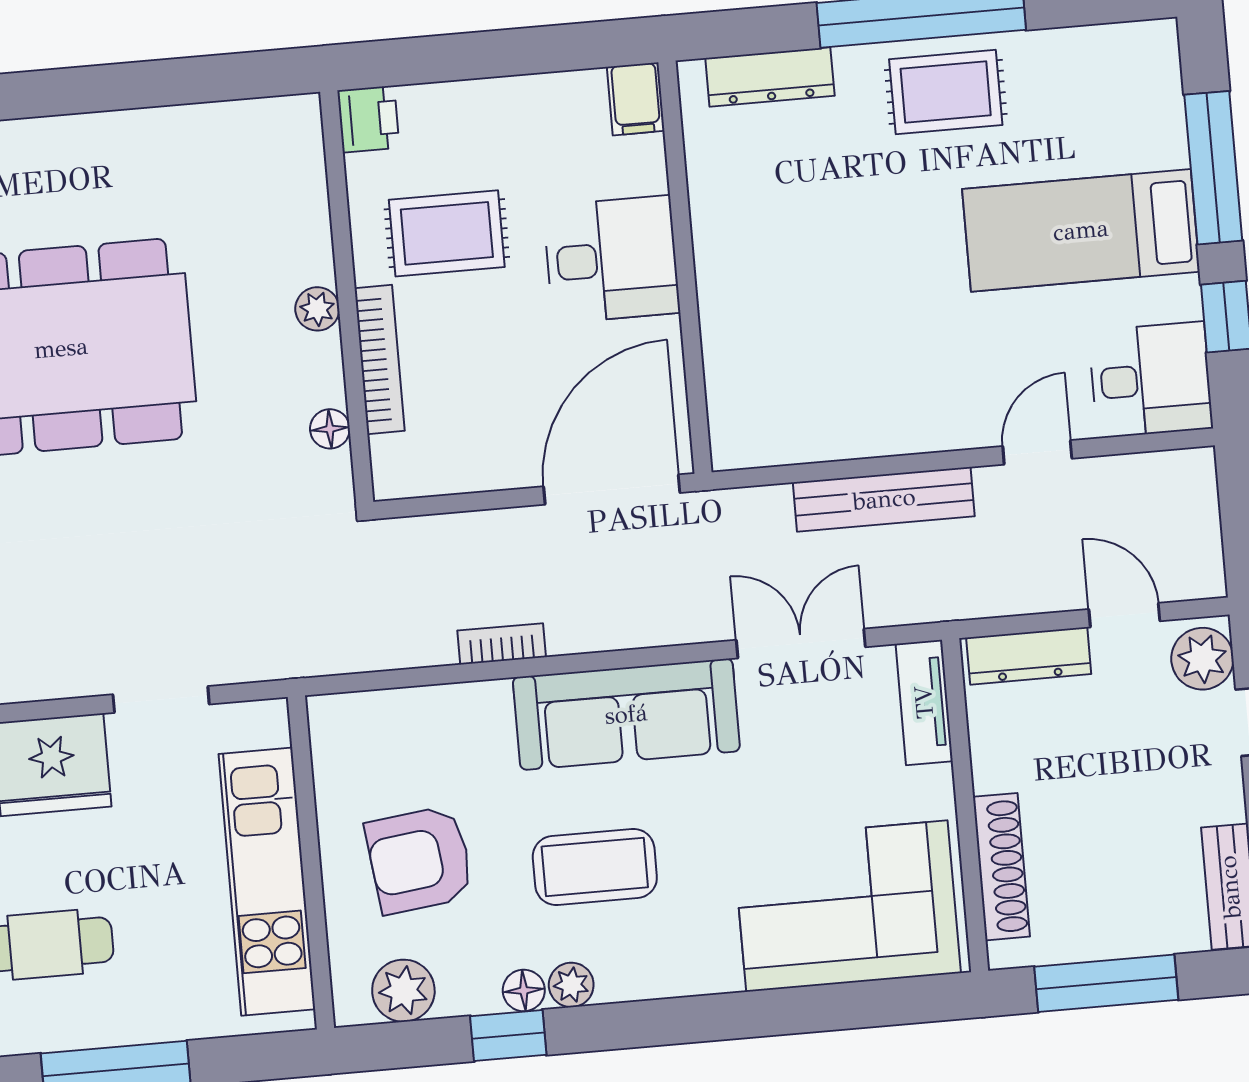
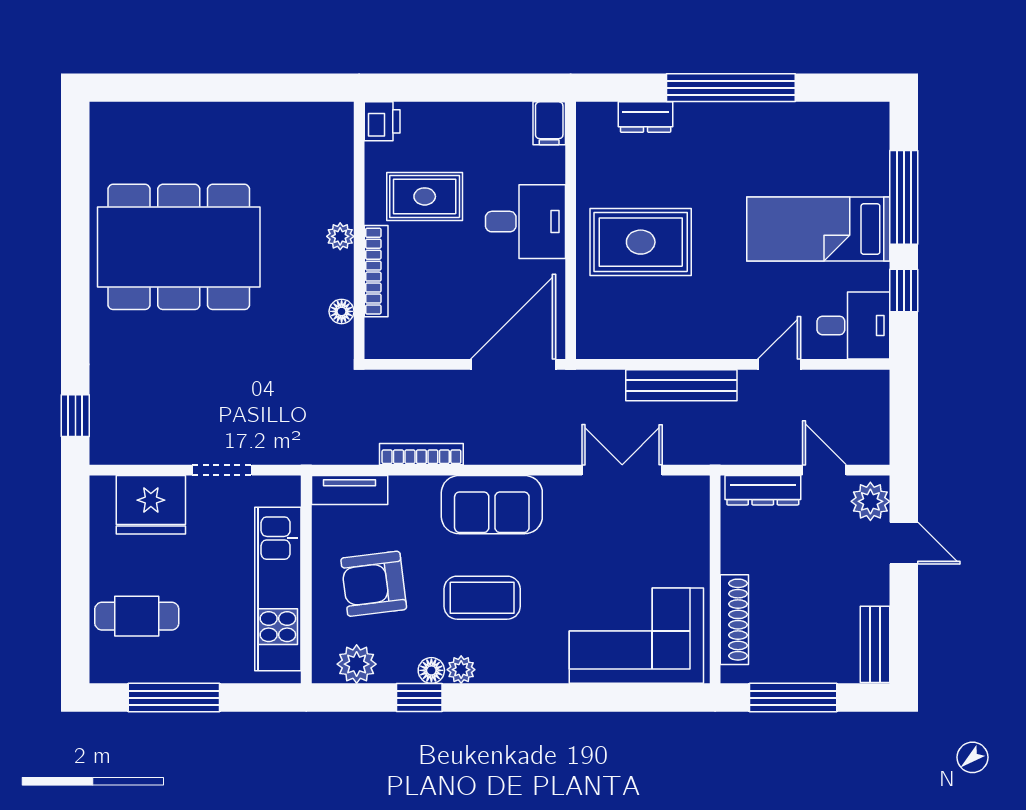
dresser: (770, 77) -> (646, 117), width x0.70
rug: (946, 92) -> (641, 242), moved, width x1.36, depth x1.43
bookcase: (502, 644) -> (421, 454), width x1.56
tv unit: (924, 702) -> (350, 490), moved, turned -90
sofa: (626, 714) -> (492, 505), width x0.73

